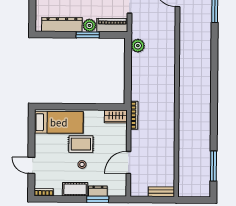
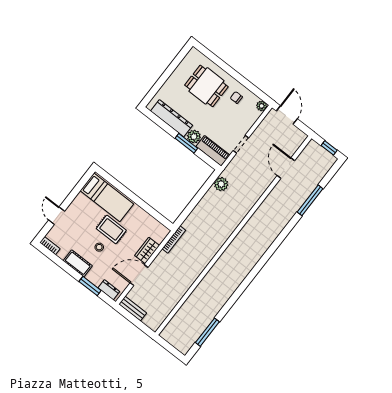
wardrobe: (116, 117) -> (147, 251), moved, turned 90
dresser: (98, 191) -> (109, 290), moved
bench: (161, 192) -> (133, 309), moved

